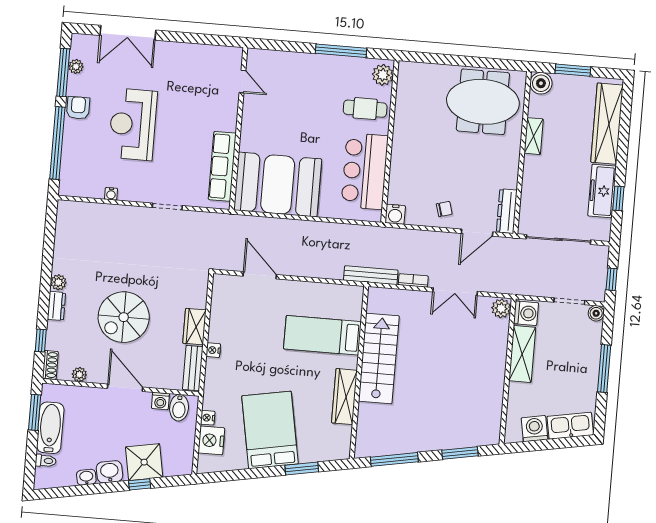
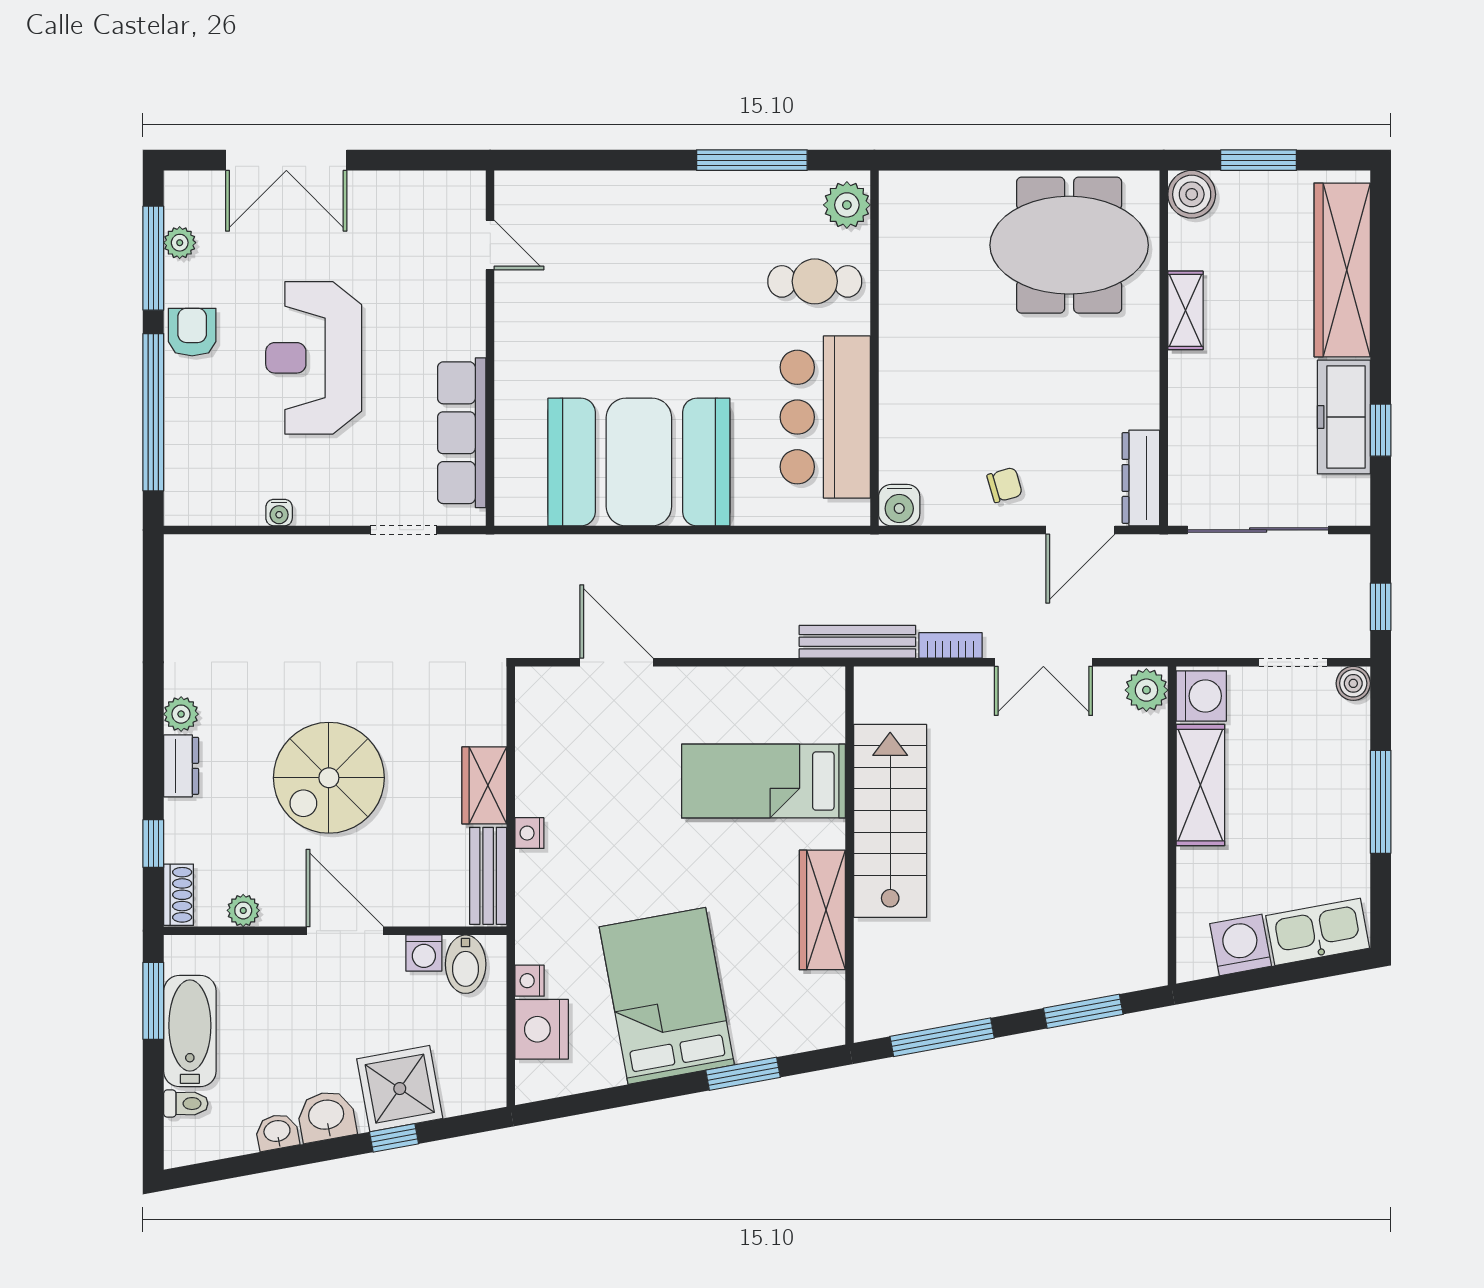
door: (242, 82) -> (490, 245), moved
wall: (239, 129) -> (490, 348), moved
row of seats: (222, 166) -> (462, 433), moved

